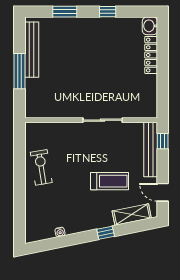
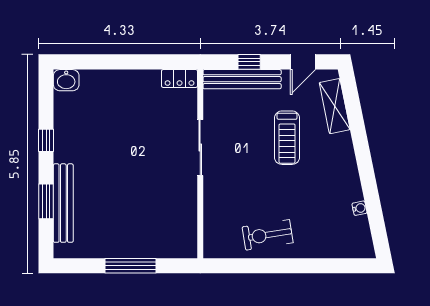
bench: (32, 50) -> (63, 203), moved, turned 90
locker: (151, 55) -> (180, 78), moved, width x0.66
window: (163, 141) -> (249, 62), moved
treadmill: (110, 181) -> (287, 138), turned 180
window: (106, 233) -> (361, 143), removed

